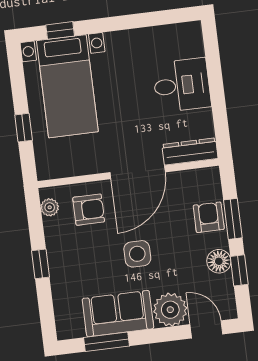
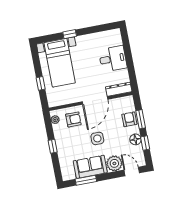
window: (60, 30) -> (70, 34), moved

